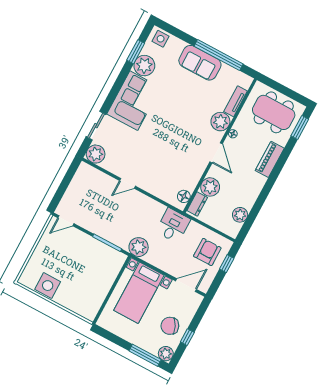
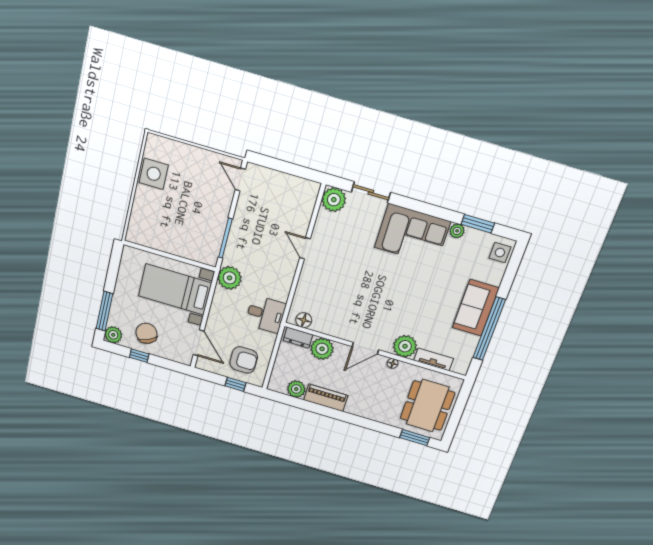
plant: (144, 66) -> (457, 231), width x0.53, depth x0.53
piano: (270, 159) -> (326, 398), moved

